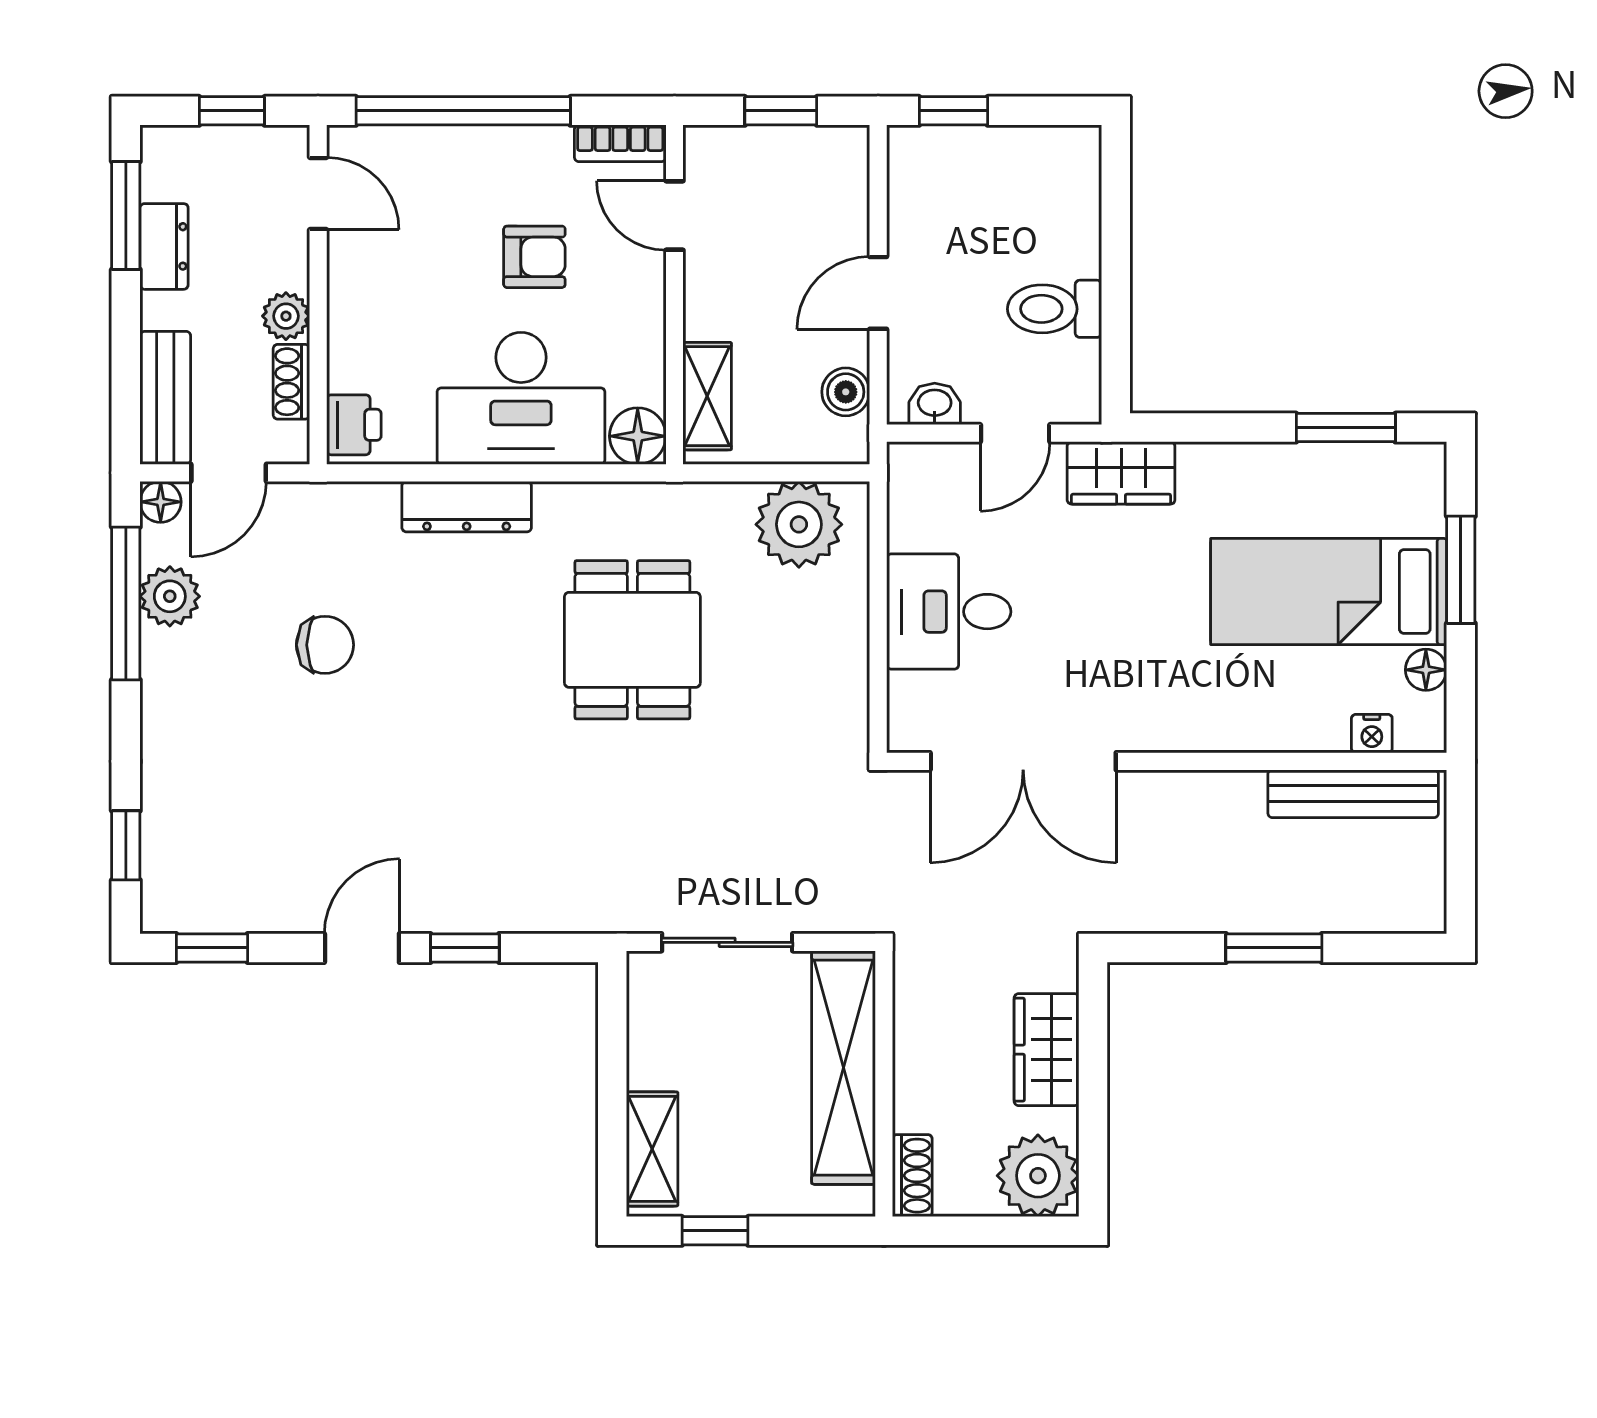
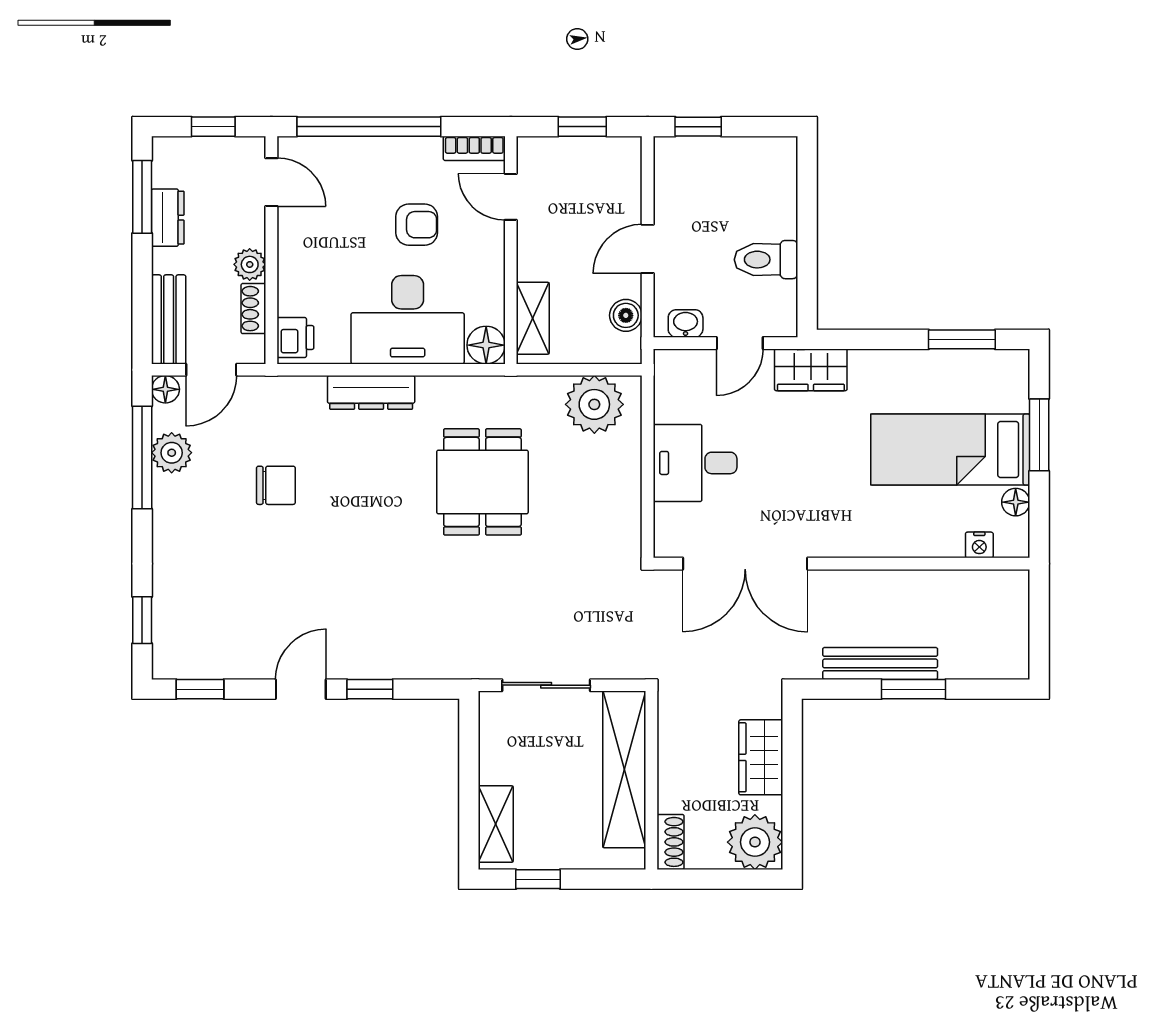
bench: (1353, 794) -> (880, 663), moved

